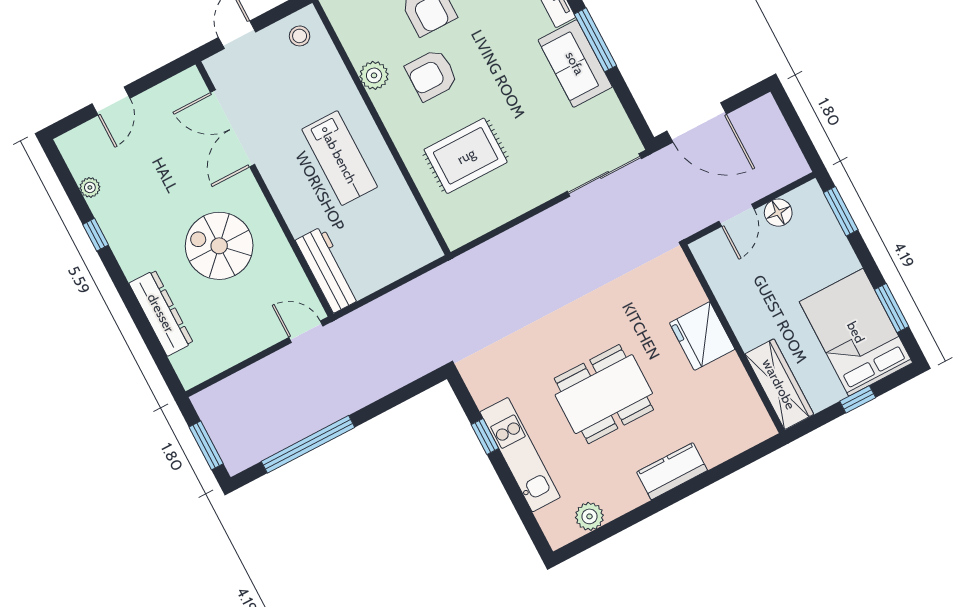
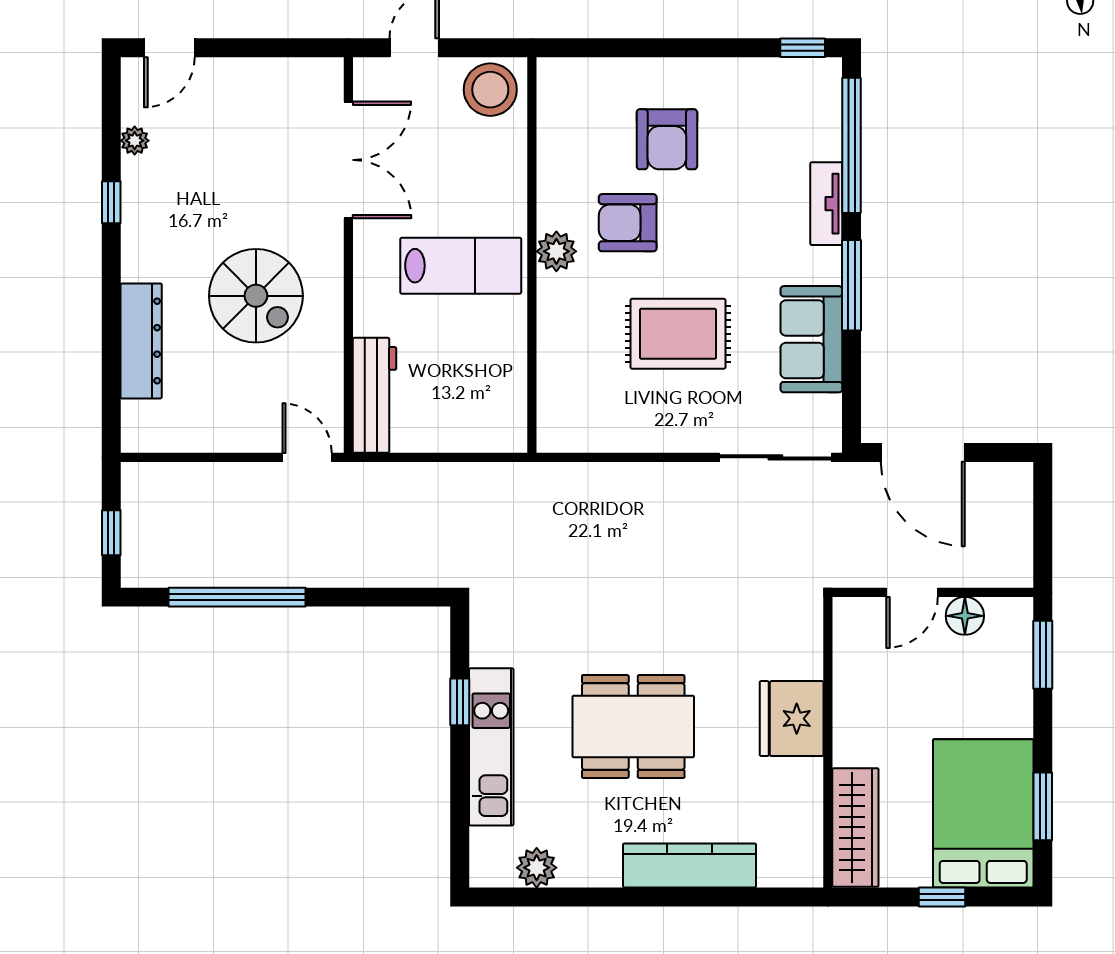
stool: (300, 36) -> (490, 90), width x1.89, depth x1.89
sofa: (575, 63) -> (811, 339), moved
plant: (374, 75) -> (556, 251), moved
door: (111, 101) -> (169, 48), moved
double door: (233, 128) -> (348, 160), swing flipped
rug: (466, 156) -> (678, 334), moved
lab bench: (340, 158) -> (461, 266), turned -90
spiral stairs: (219, 246) -> (256, 296), turned 180
window: (206, 445) -> (111, 533), width x0.67
kitchen counter: (672, 471) -> (690, 865), width x1.50

